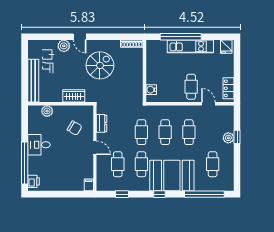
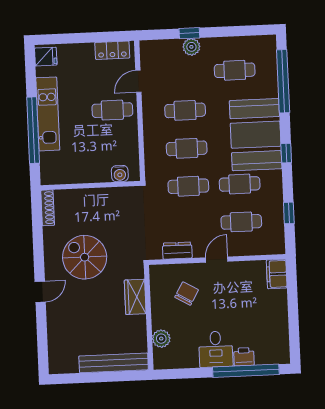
plant: (64, 46) -> (56, 316), removed
printer: (33, 181) -> (244, 357), moved
filing cabinet: (89, 185) -> (277, 274), width x2.00

